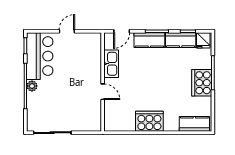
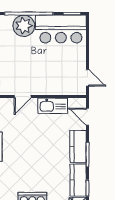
door: (67, 31) -> (88, 78), moved
plant: (32, 86) -> (24, 26), width x1.87, depth x1.87

